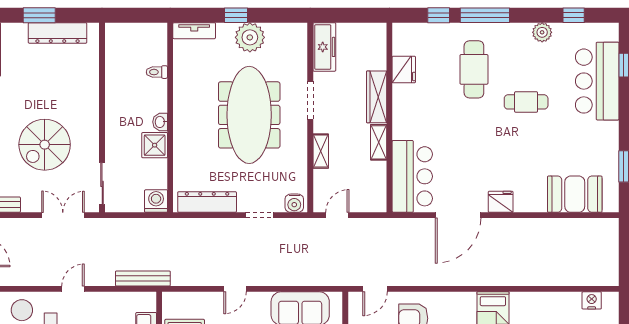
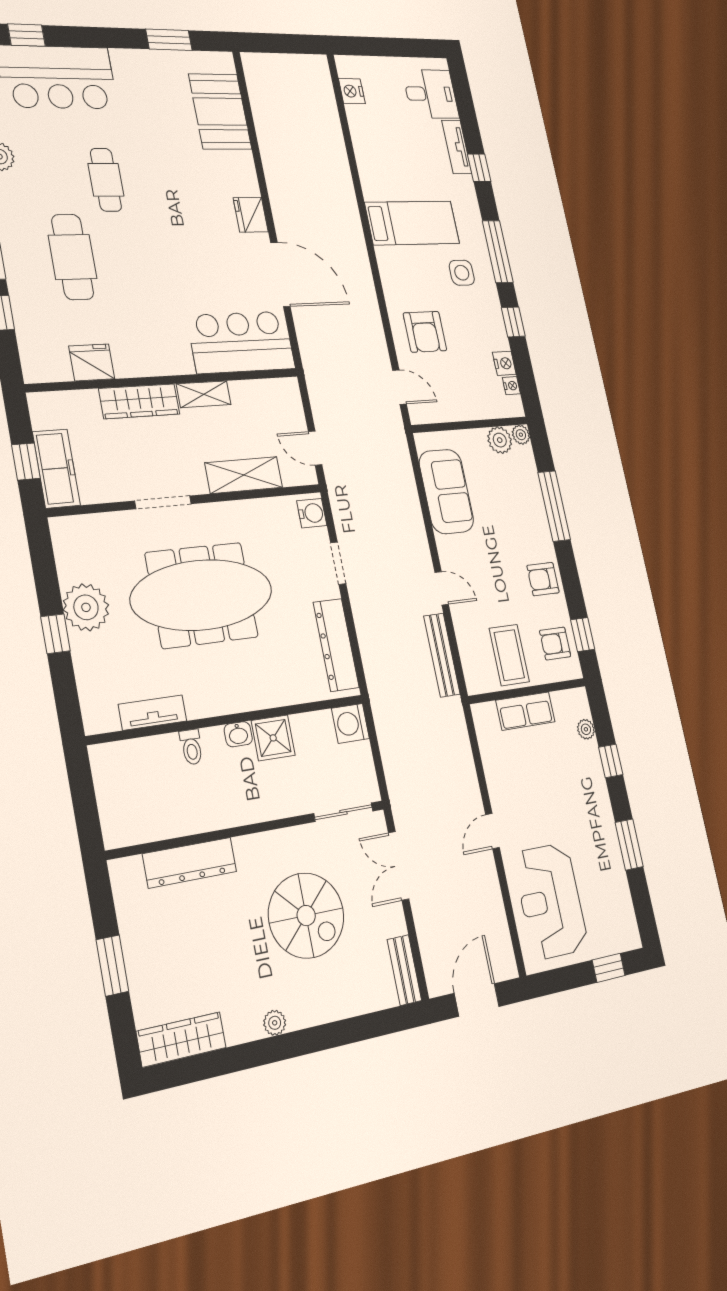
window: (343, 15) -> (26, 462), added
tv unit: (194, 31) -> (153, 713), moved, turned -90
dresser: (58, 33) -> (190, 863), moved, turned 90
freezer: (324, 47) -> (56, 469), moved, turned 90
cafe table: (474, 69) -> (73, 257), turned 90
toilet: (157, 72) -> (191, 747), moved
shelving: (321, 151) -> (244, 475), width x1.50, depth x1.33
bench: (143, 278) -> (442, 655), moved
door: (73, 289) -> (492, 831), hinge flipped

